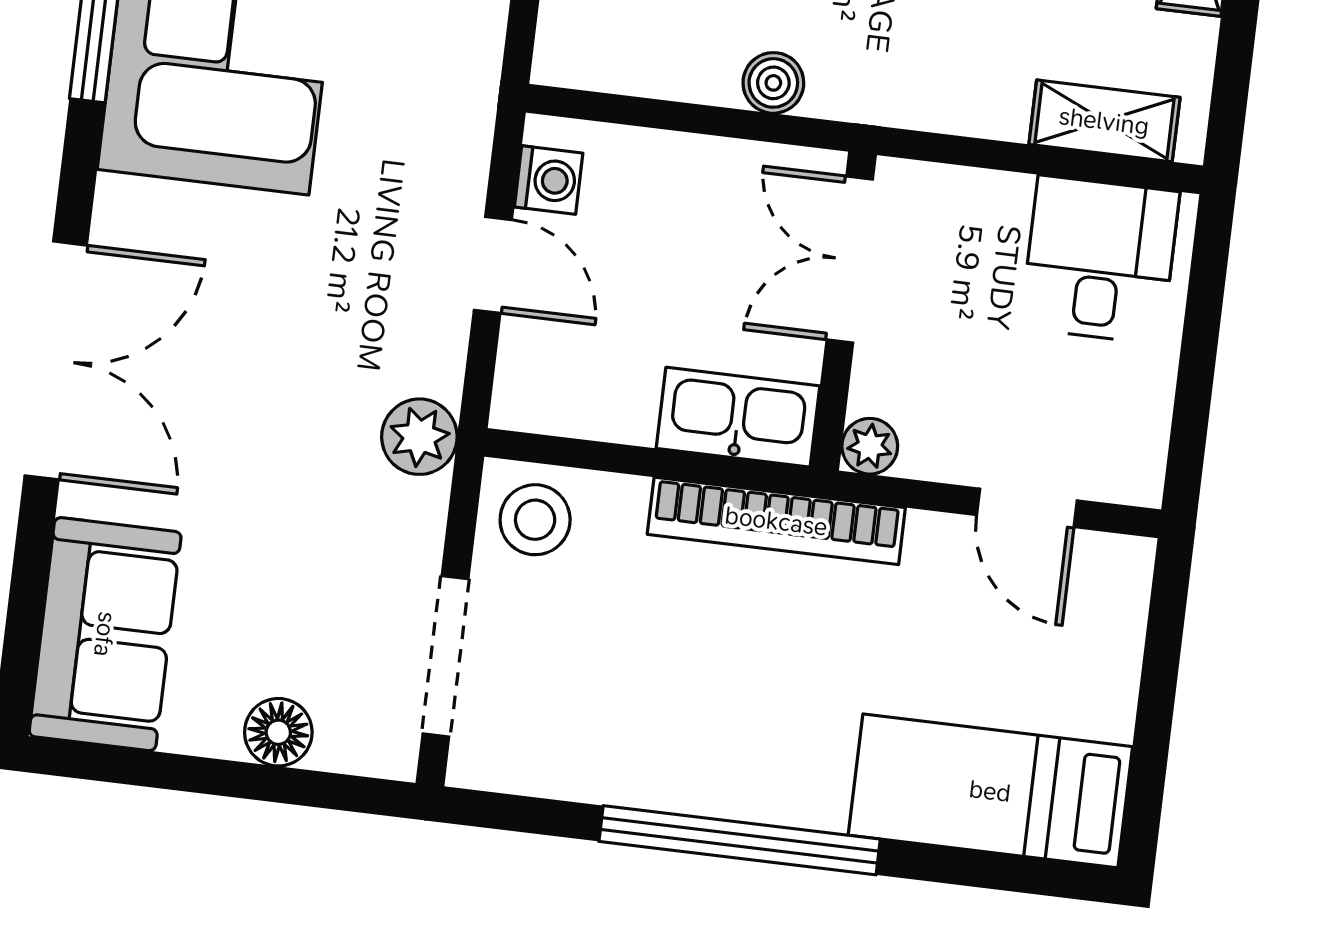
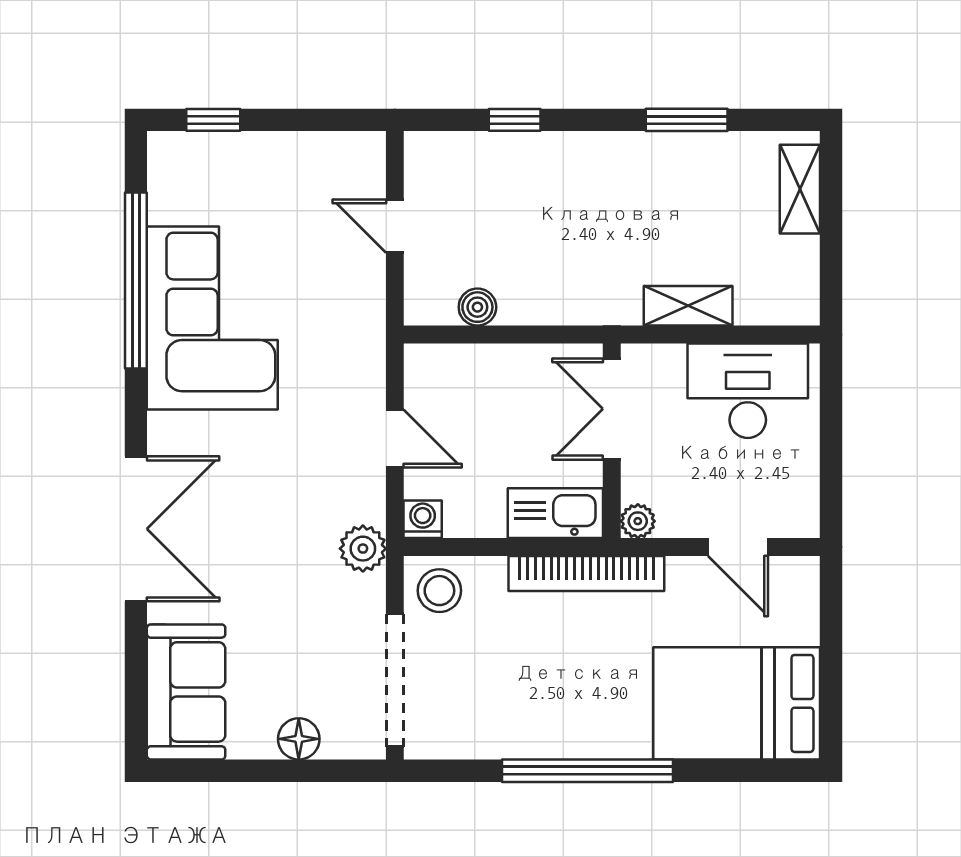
boiler: (773, 83) -> (477, 307), moved
shelving: (1104, 121) -> (688, 306), moved
washing machine: (549, 180) -> (423, 519), moved, turned -90
desk: (1100, 260) -> (748, 391), width x1.37
doorway: (445, 656) -> (395, 680), width x1.36
bed: (990, 791) -> (737, 703), width x1.50

